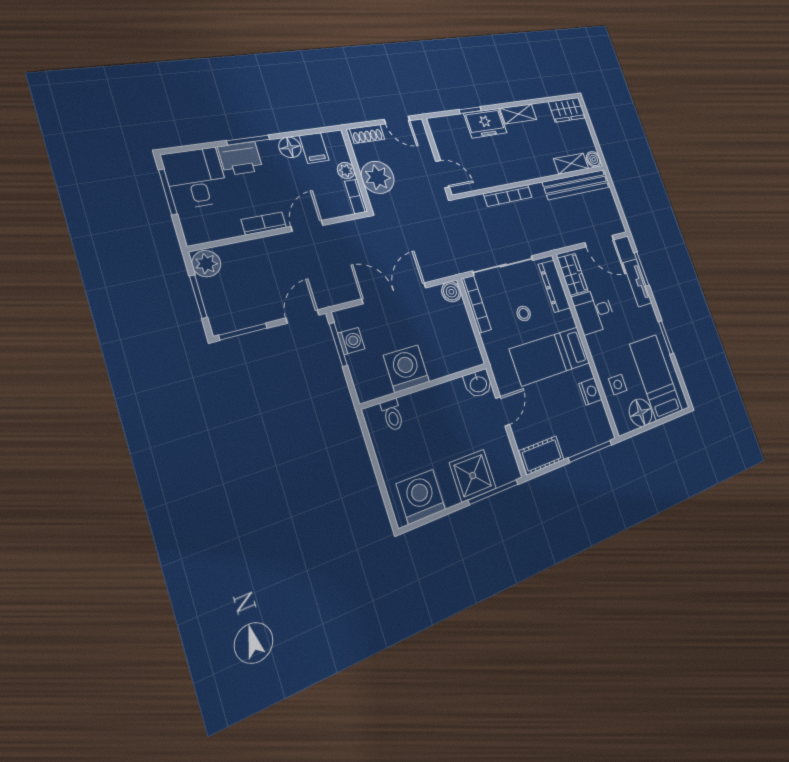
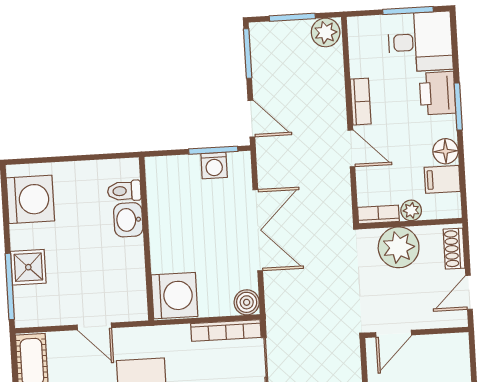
washing machine: (406, 369) -> (174, 296), moved
washbasin: (478, 384) -> (128, 220), moved
shower: (473, 476) -> (28, 267), width x0.73, depth x0.73

